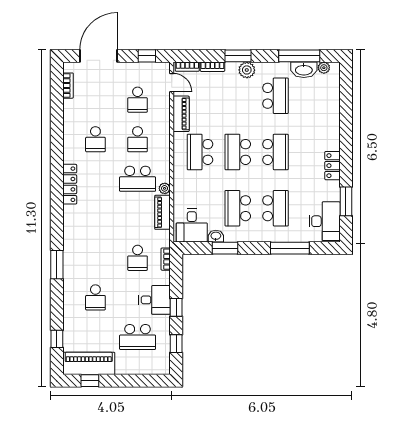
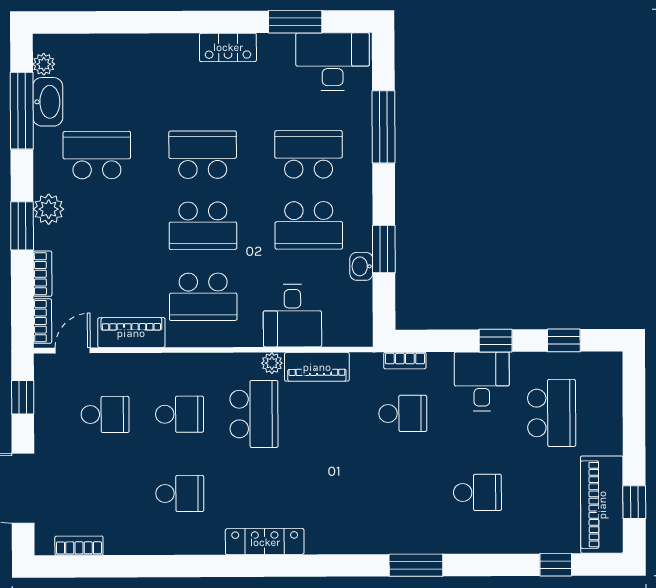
desk: (192, 226) -> (292, 316), moved, turned 90

